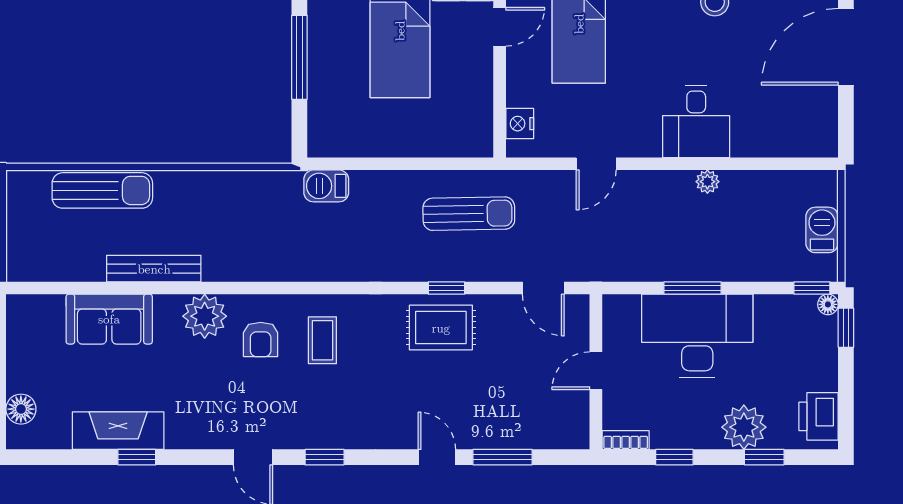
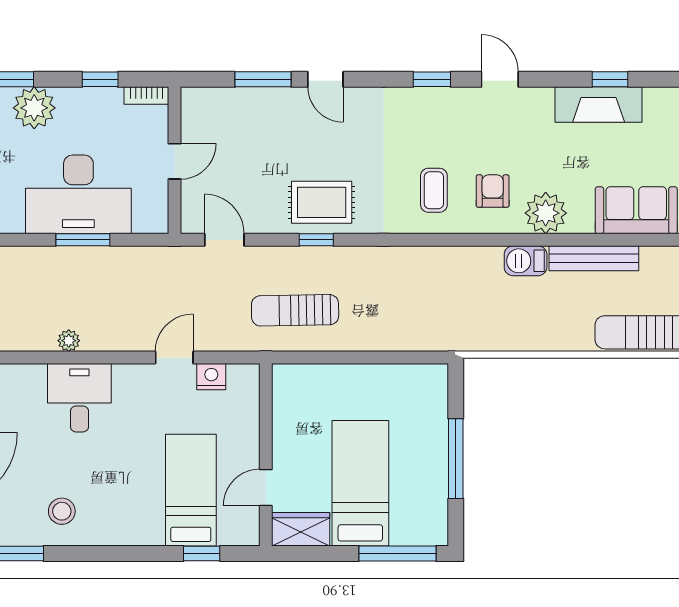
nightstand: (520, 124) -> (211, 377), moved, turned -90
barbecue: (326, 186) -> (526, 261), moved, turned 180
fireplace: (118, 431) -> (599, 104), moved

